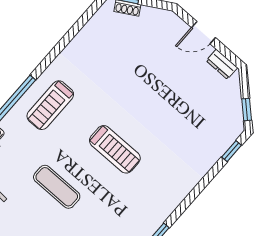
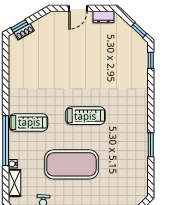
treadmill: (50, 105) -> (29, 122), turned -90
exercise mat: (57, 187) -> (71, 164), width x2.00, depth x1.45

